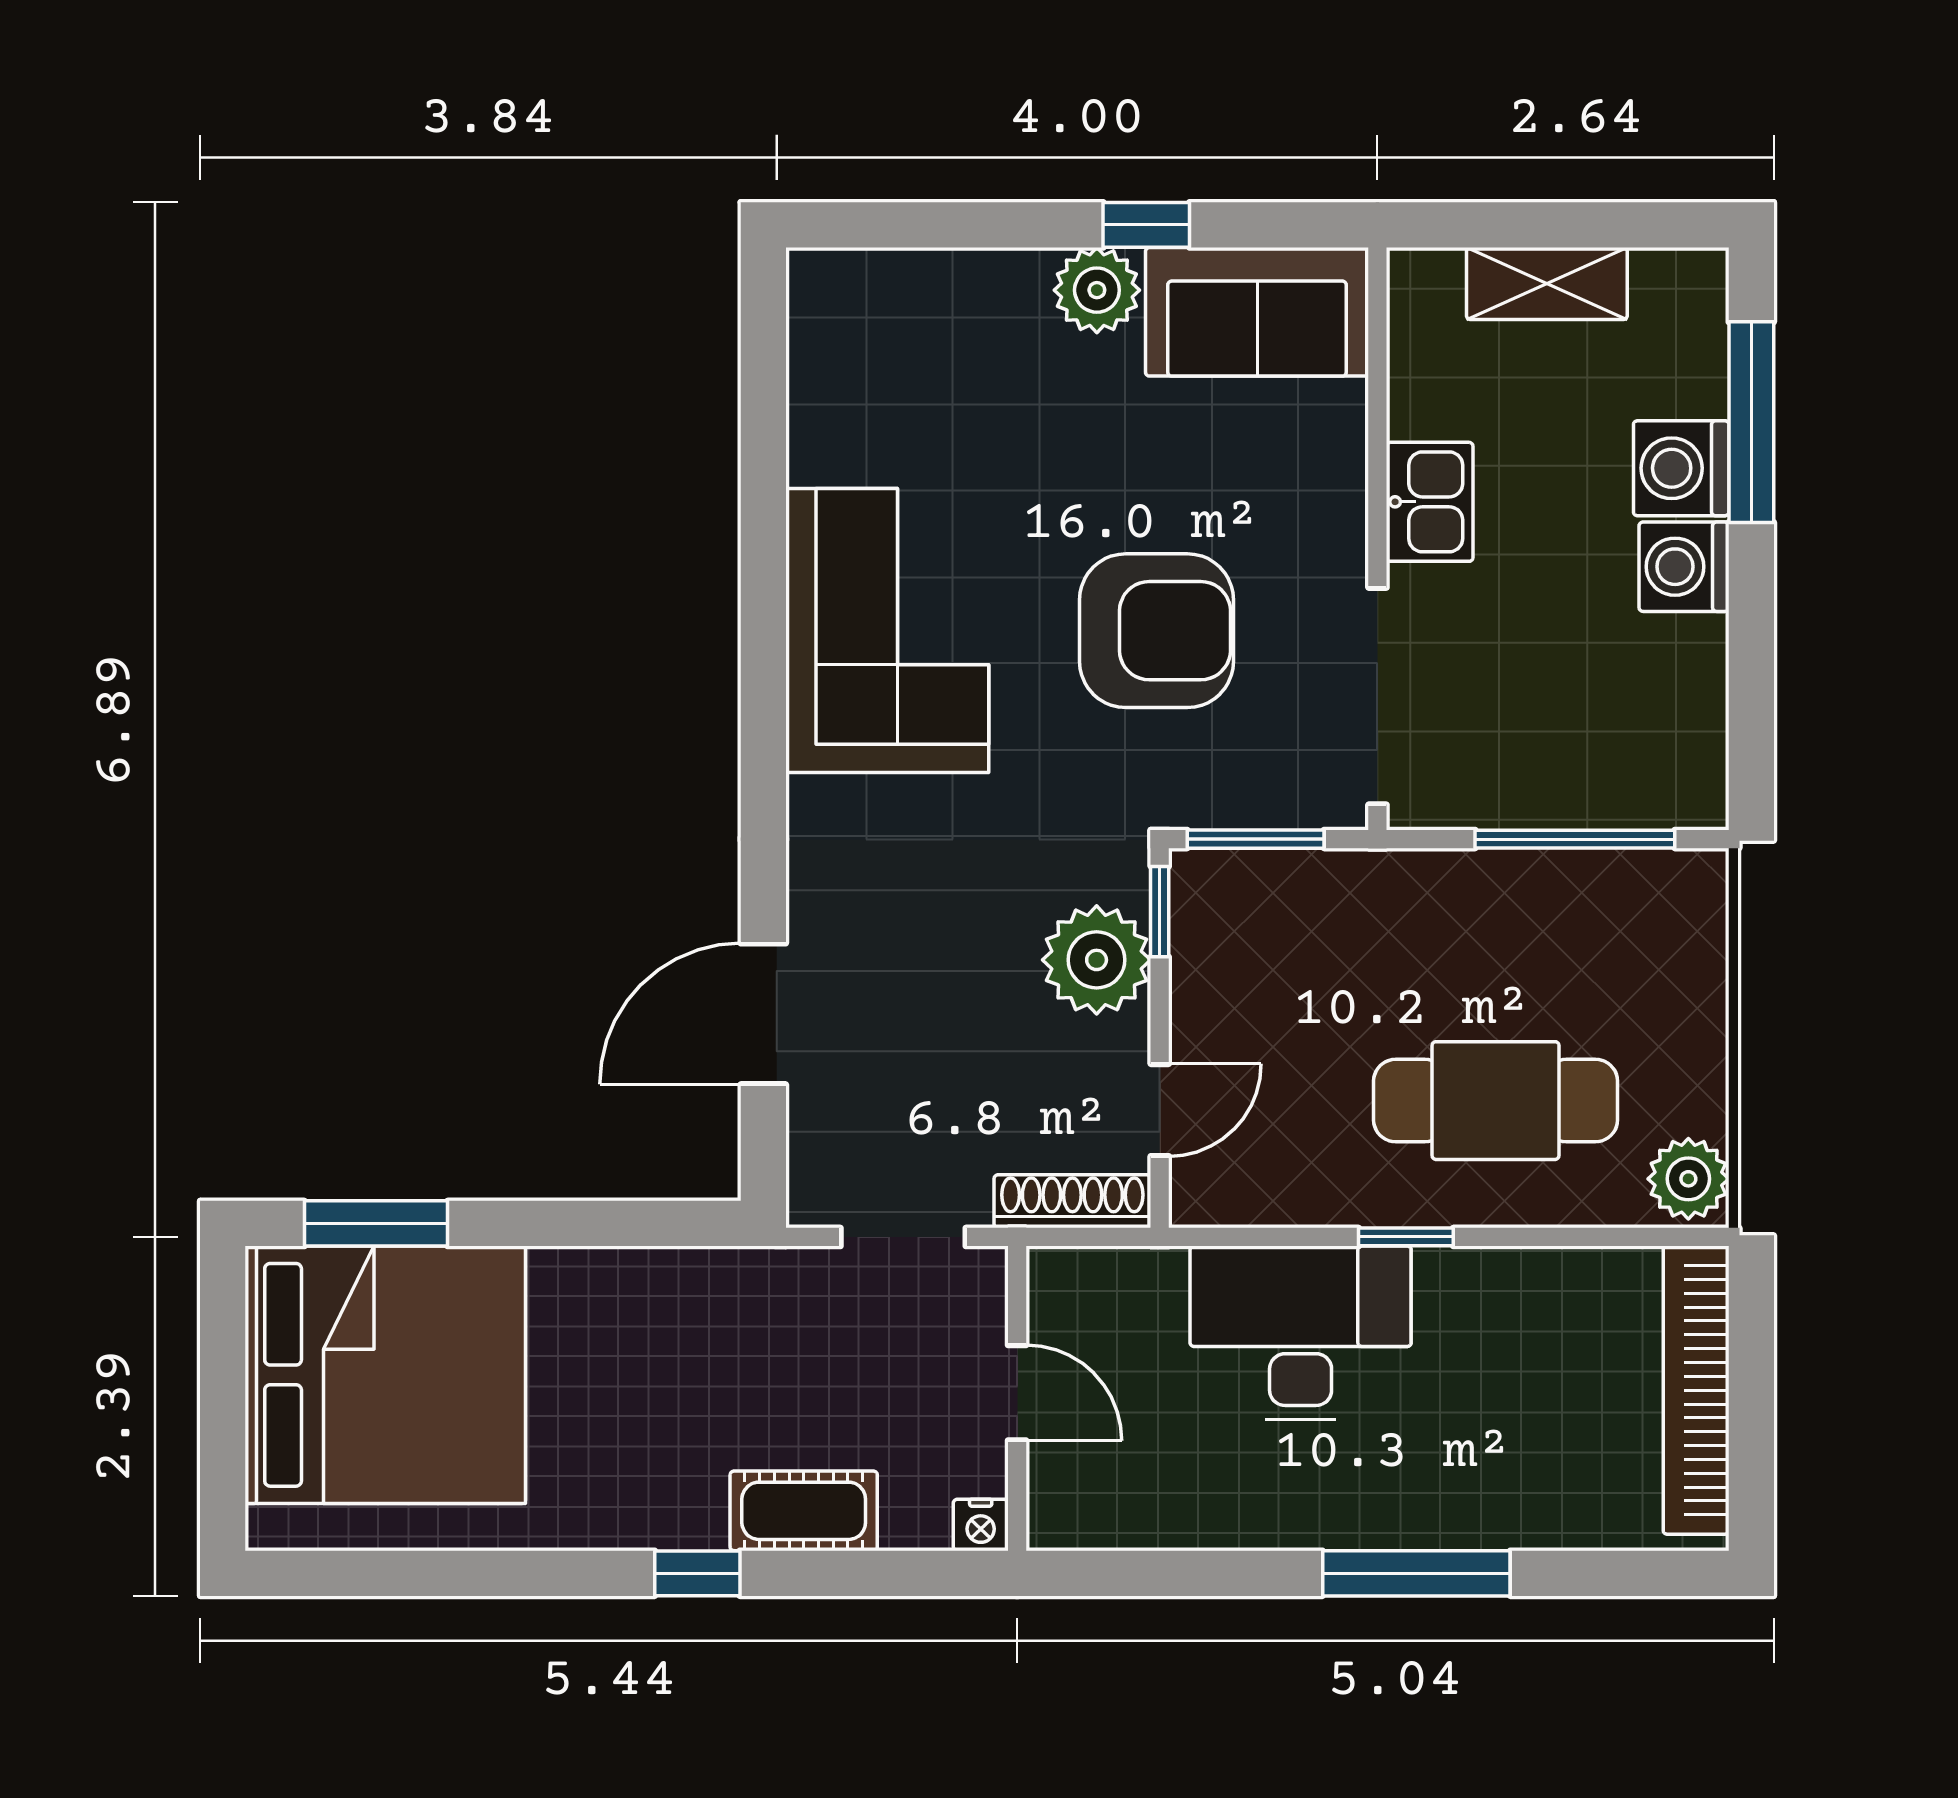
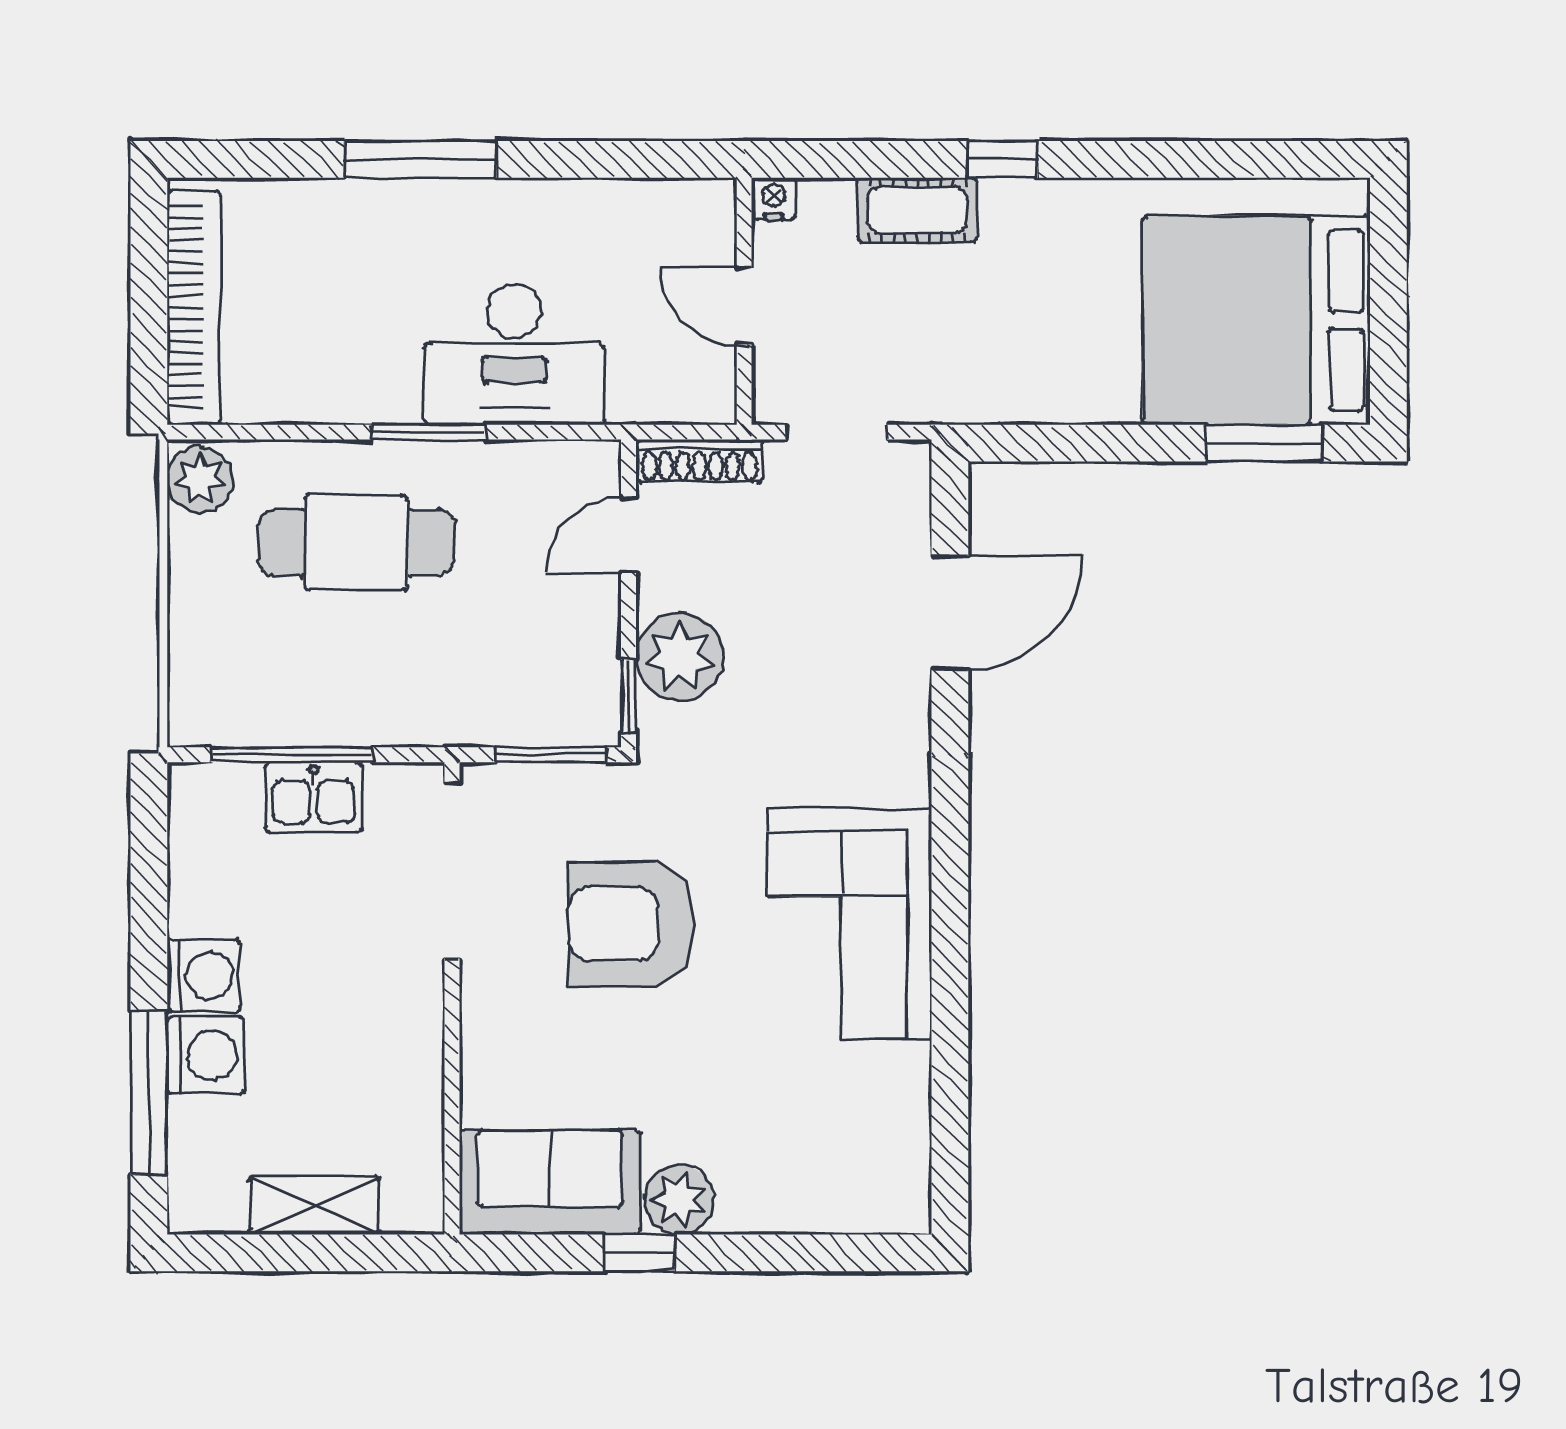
kitchen sink: (1430, 502) -> (314, 797), moved, turned -90
window: (1406, 1237) -> (429, 432), width x1.50

